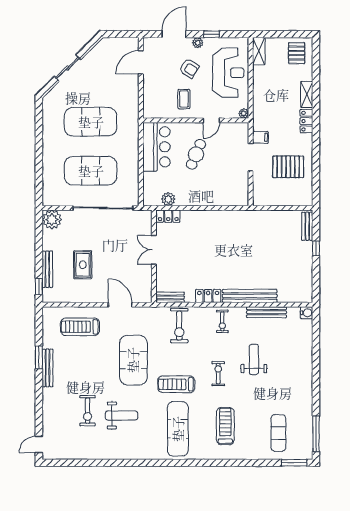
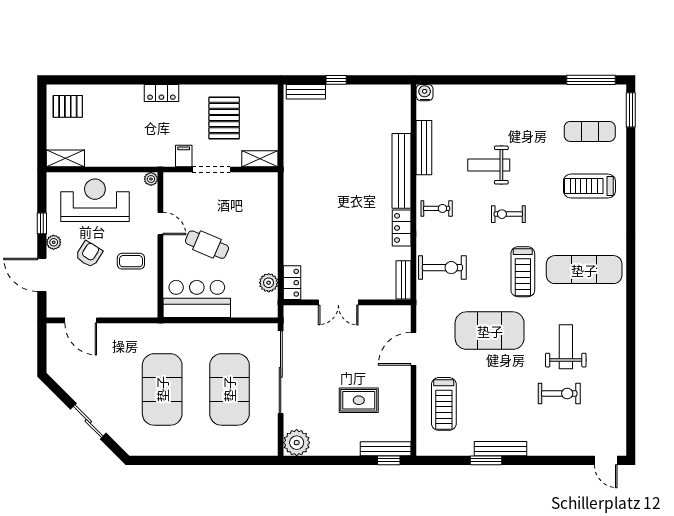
shelving: (307, 94) -> (260, 159), moved
bench: (47, 269) -> (386, 449), moved
treadmill: (225, 426) -> (589, 186), moved

